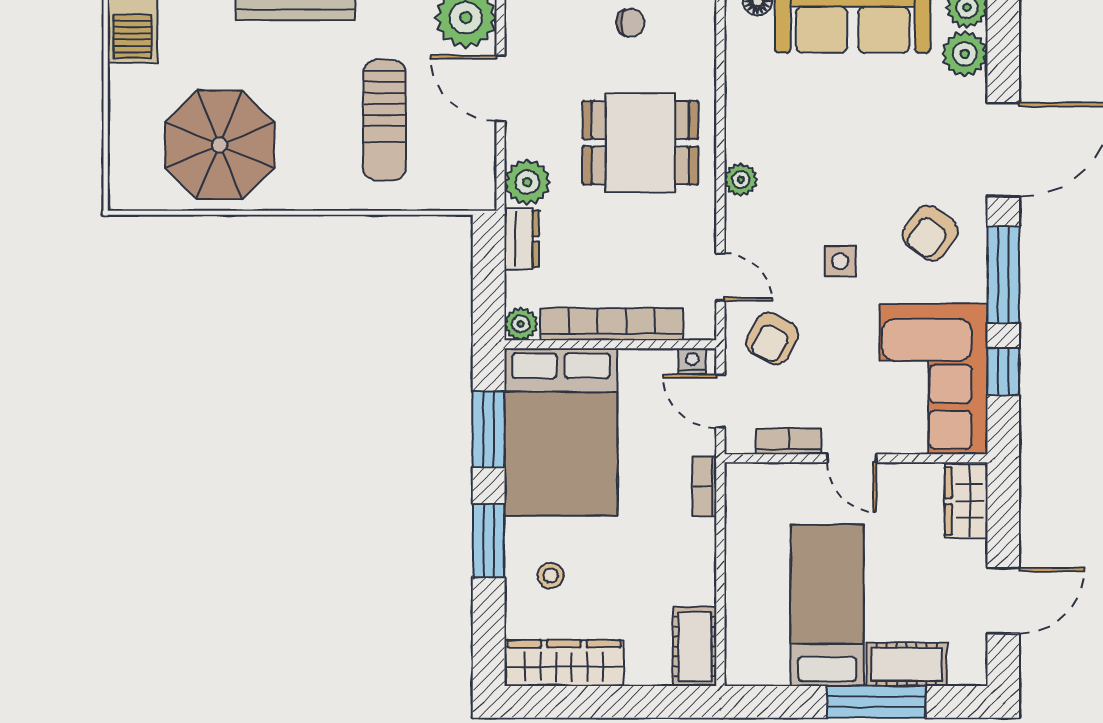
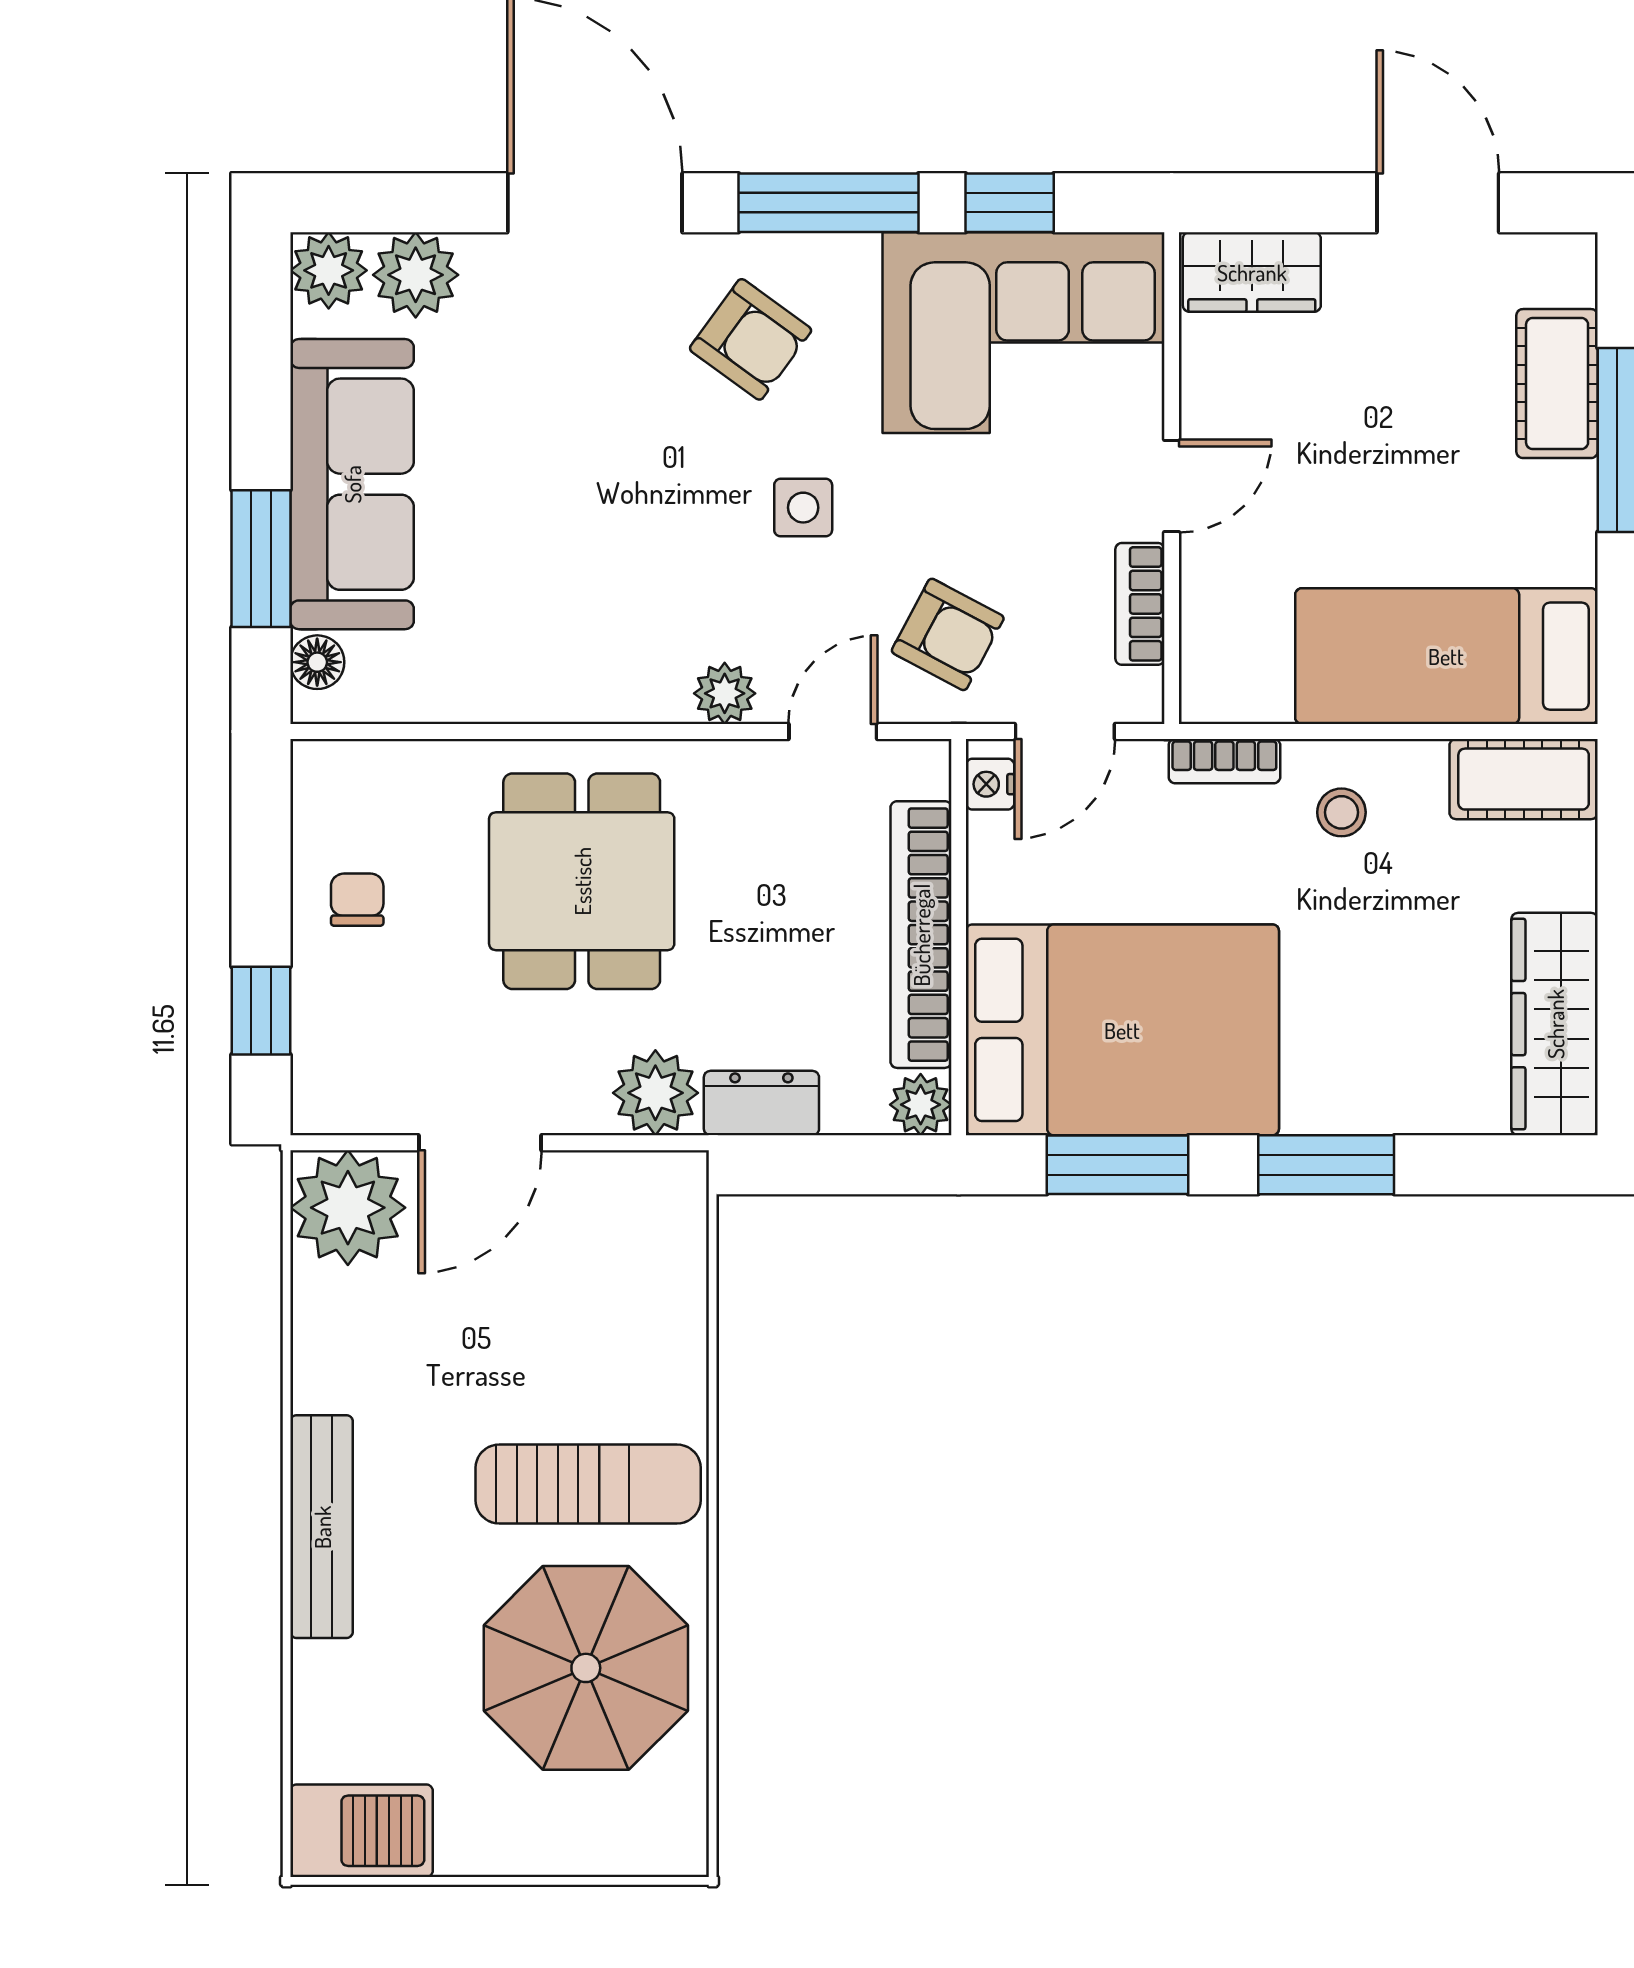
sun lounger: (384, 120) -> (588, 1484), moved
plant: (741, 180) -> (725, 693), moved
stool: (551, 576) -> (1341, 812), moved
bed: (827, 605) -> (1446, 656), moved

